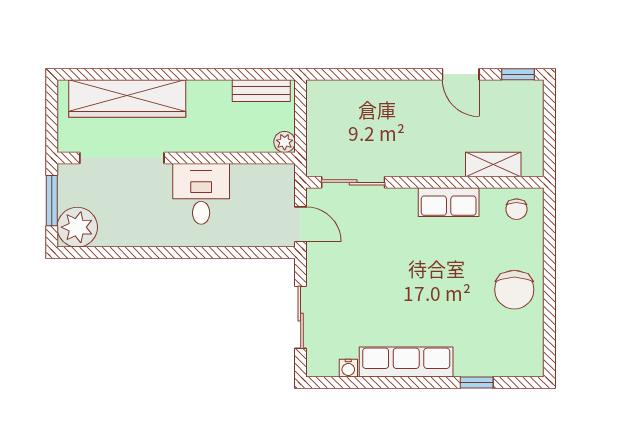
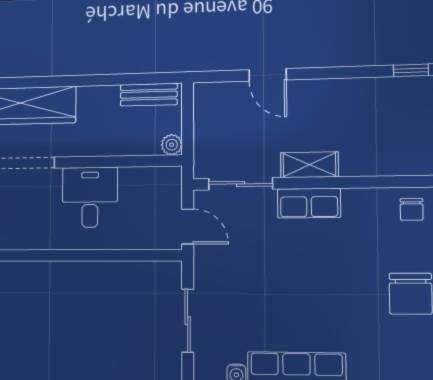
door: (461, 74) -> (268, 75), moved
shelving: (493, 165) -> (309, 165), moved
row of seats: (449, 202) -> (309, 203), moved

